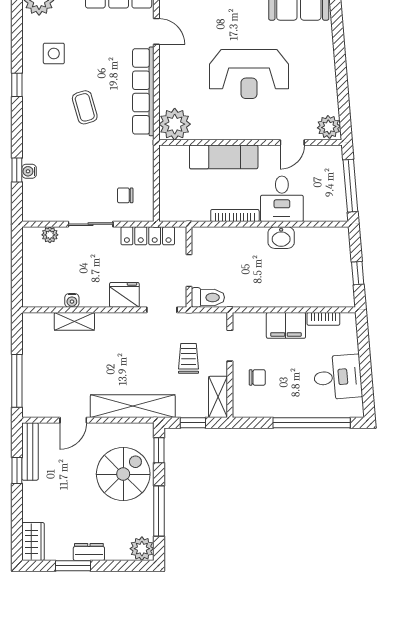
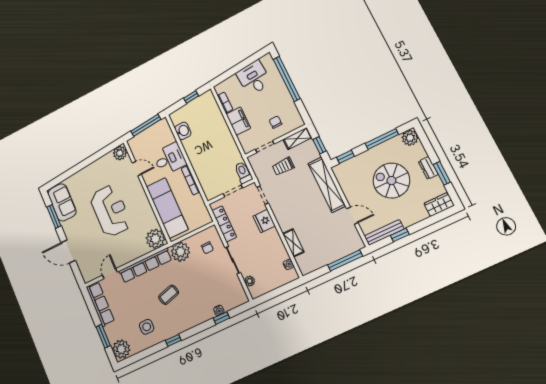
plant: (138, 153) -> (180, 252), added
exam couch: (224, 157) -> (167, 208), width x1.36, depth x1.45
washbasin: (281, 238) -> (183, 131), moved
water cooler: (72, 300) -> (288, 264), moved
spiral stairs: (123, 474) -> (391, 181), moved

